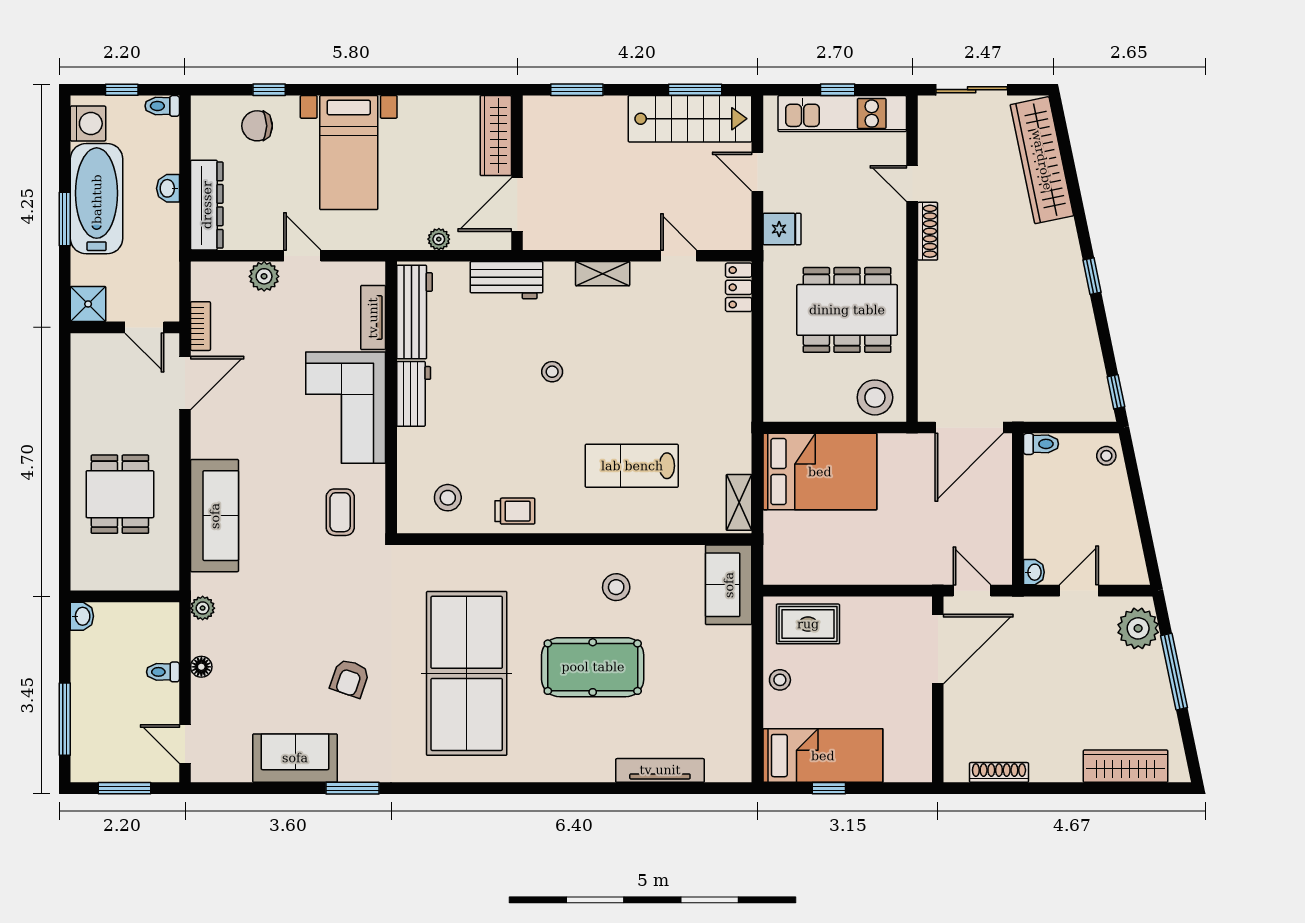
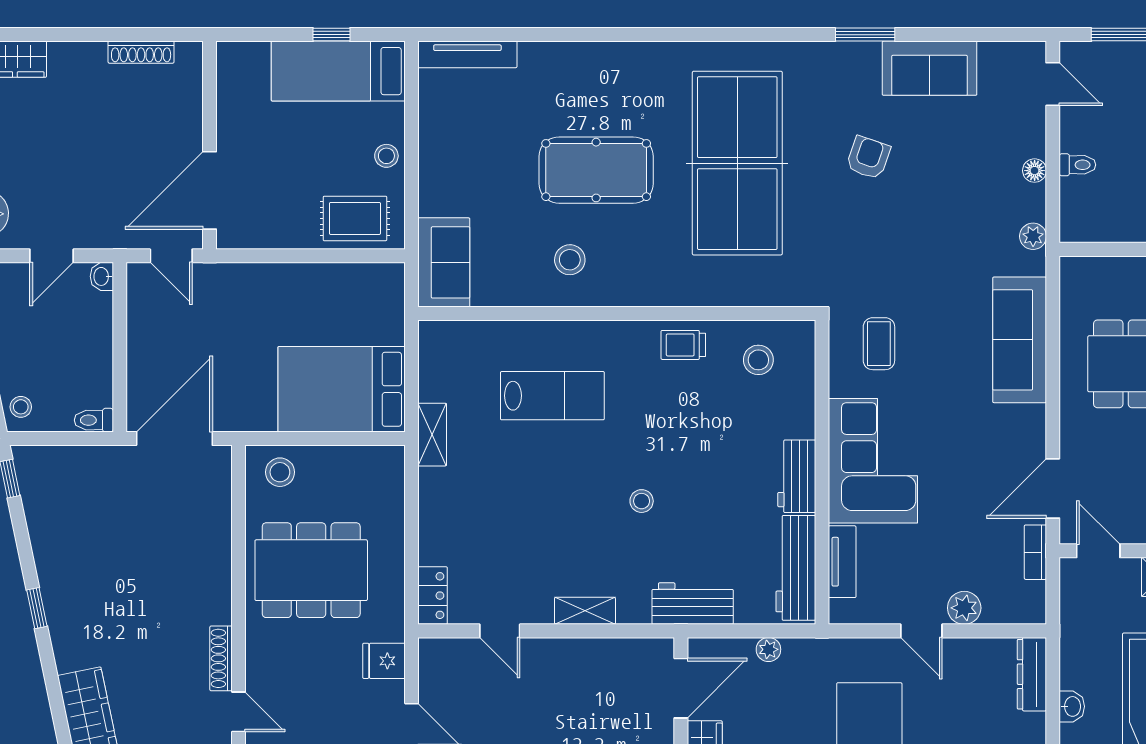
dresser: (207, 205) -> (1032, 674), width x0.73, depth x0.80
stool: (875, 397) -> (280, 472), width x0.73, depth x0.73
shelving: (739, 502) -> (432, 435), moved
tv unit: (660, 770) -> (467, 54), moved

